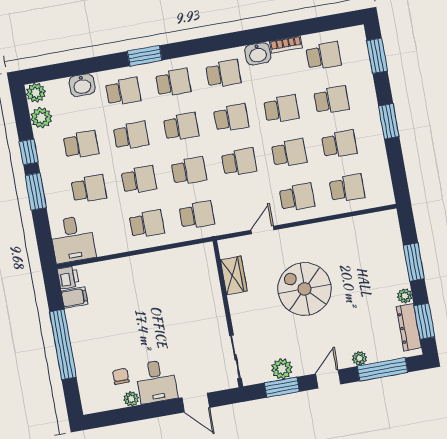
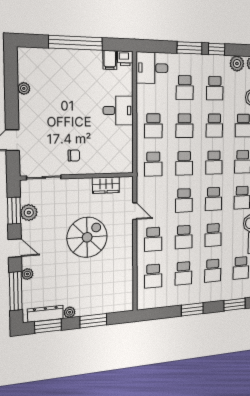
chair: (121, 376) -> (74, 155), moved
desk: (156, 381) -> (118, 110), moved, turned 180

